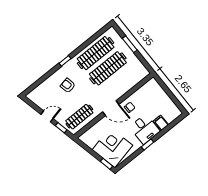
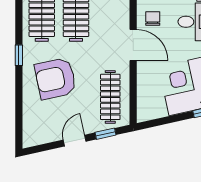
armchair: (68, 86) -> (56, 79), width x1.88, depth x1.88
door: (111, 108) -> (133, 45), hinge flipped

